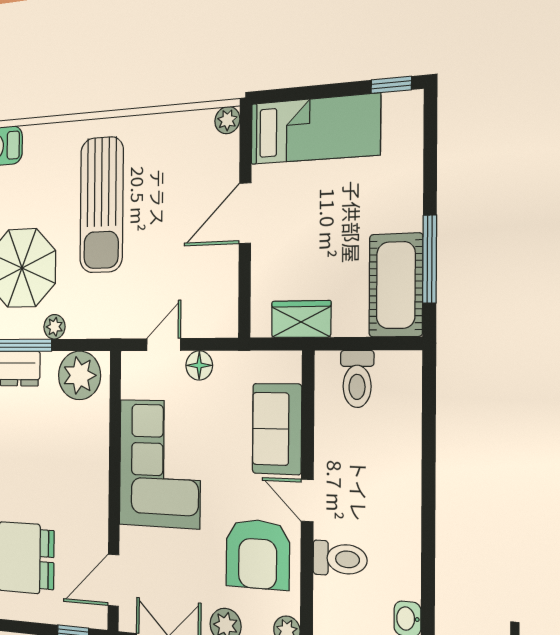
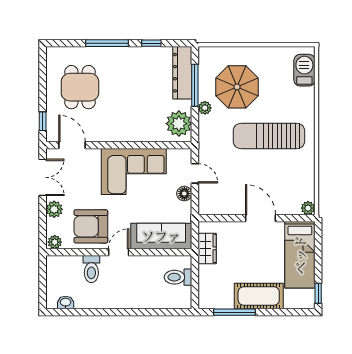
cot: (396, 285) -> (259, 296), moved
sofa: (277, 429) -> (161, 236), width x1.36

